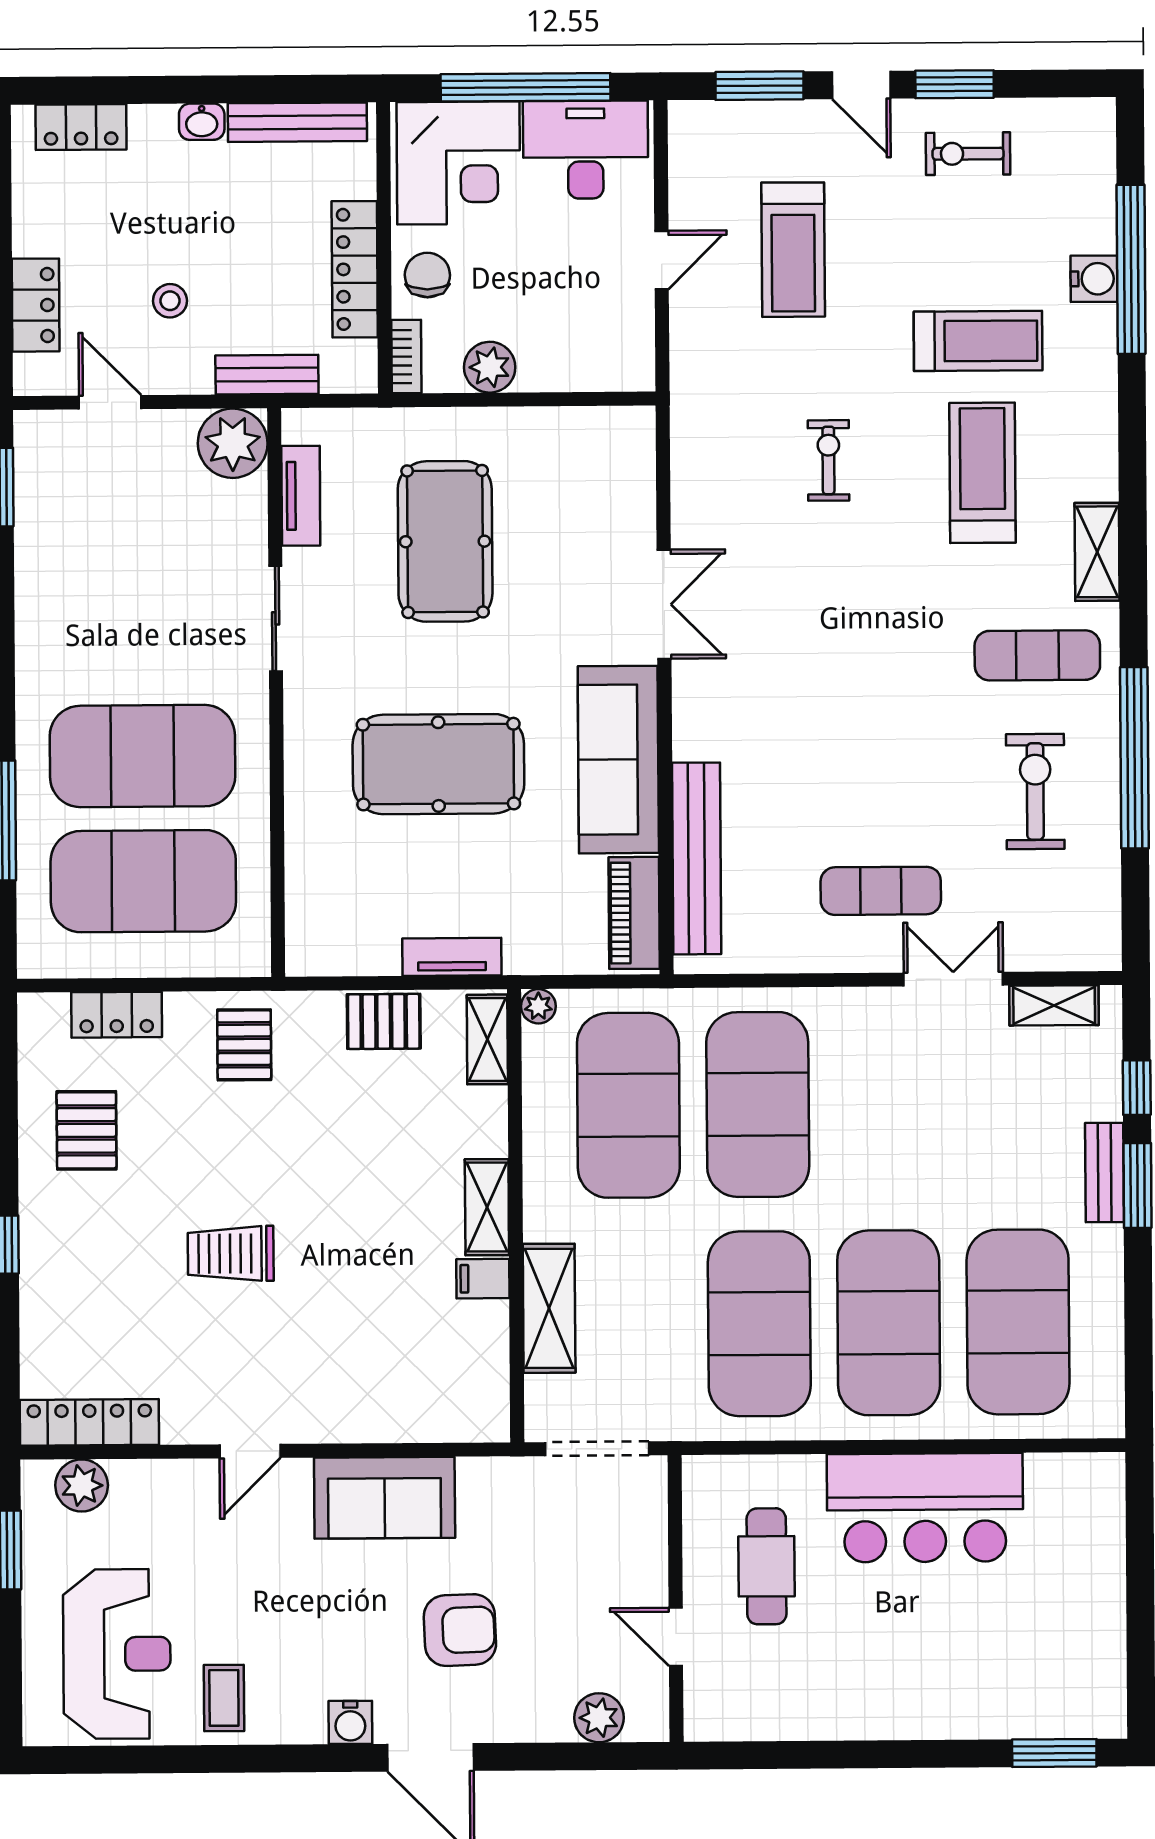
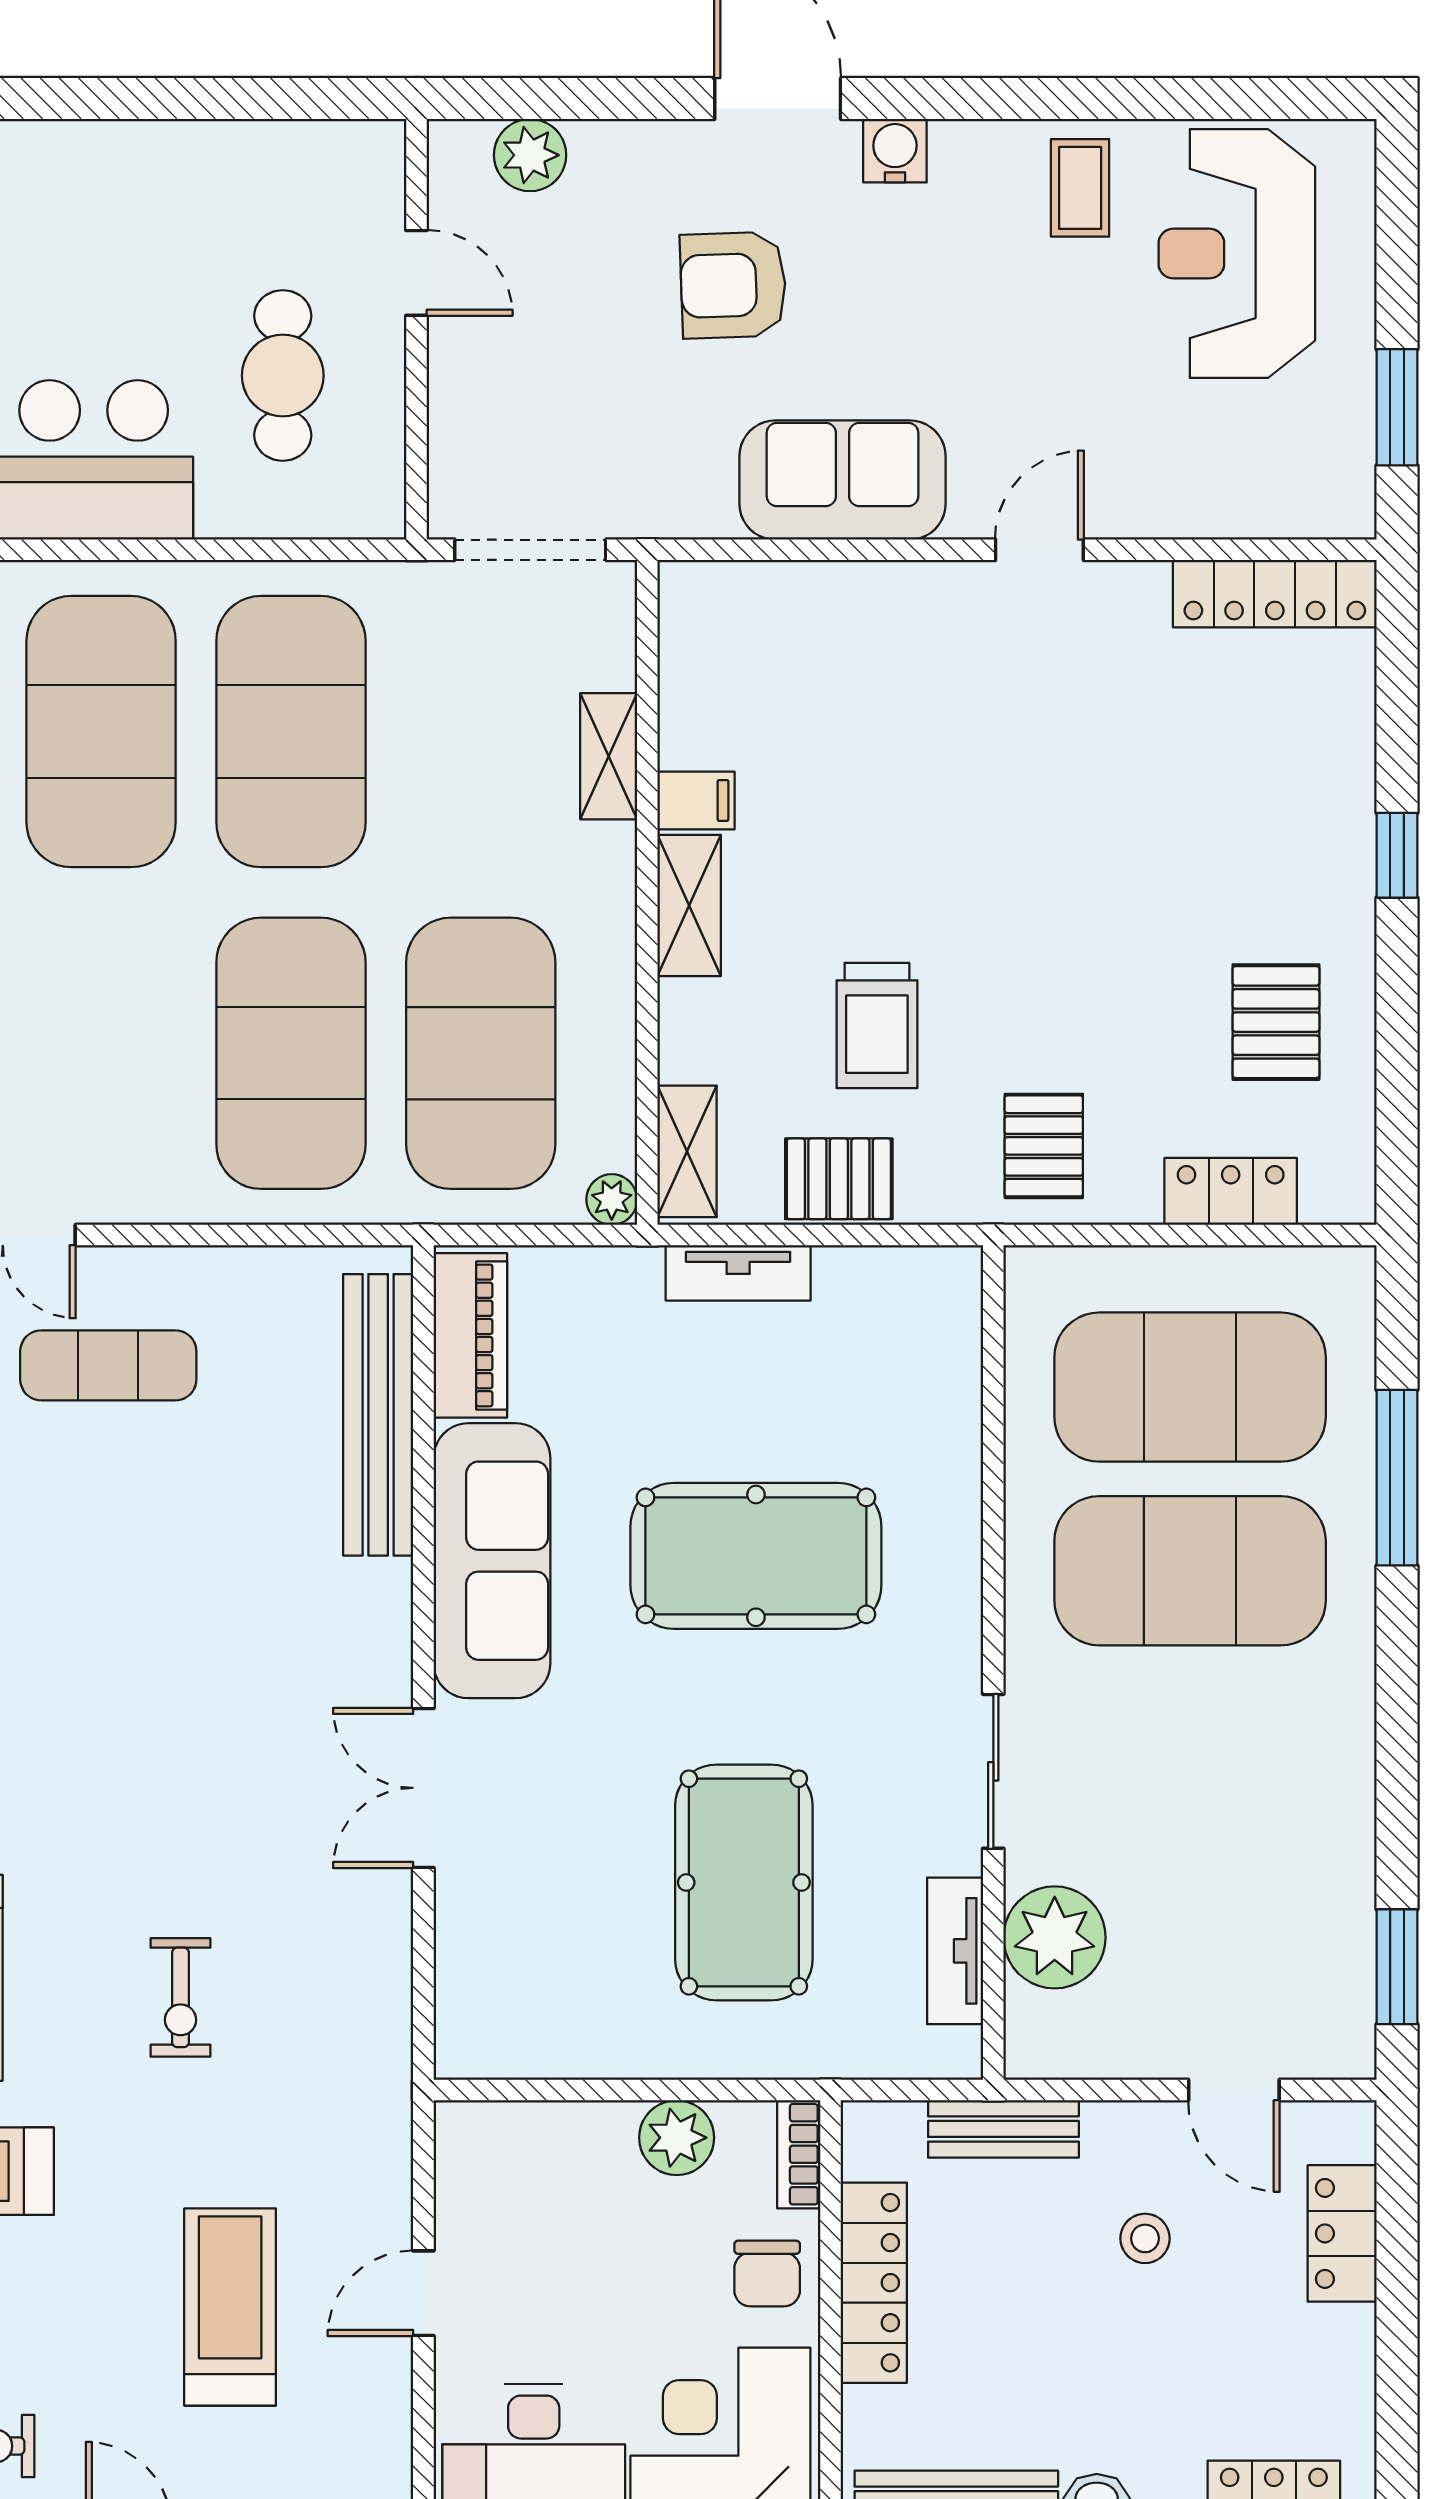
plant: (233, 443) -> (1055, 1937), moved
trolley: (231, 1254) -> (877, 1025), moved, turned 90
shelving: (549, 1308) -> (609, 756), width x0.67, depth x0.75
plant: (82, 1485) -> (1287, 501), removed

